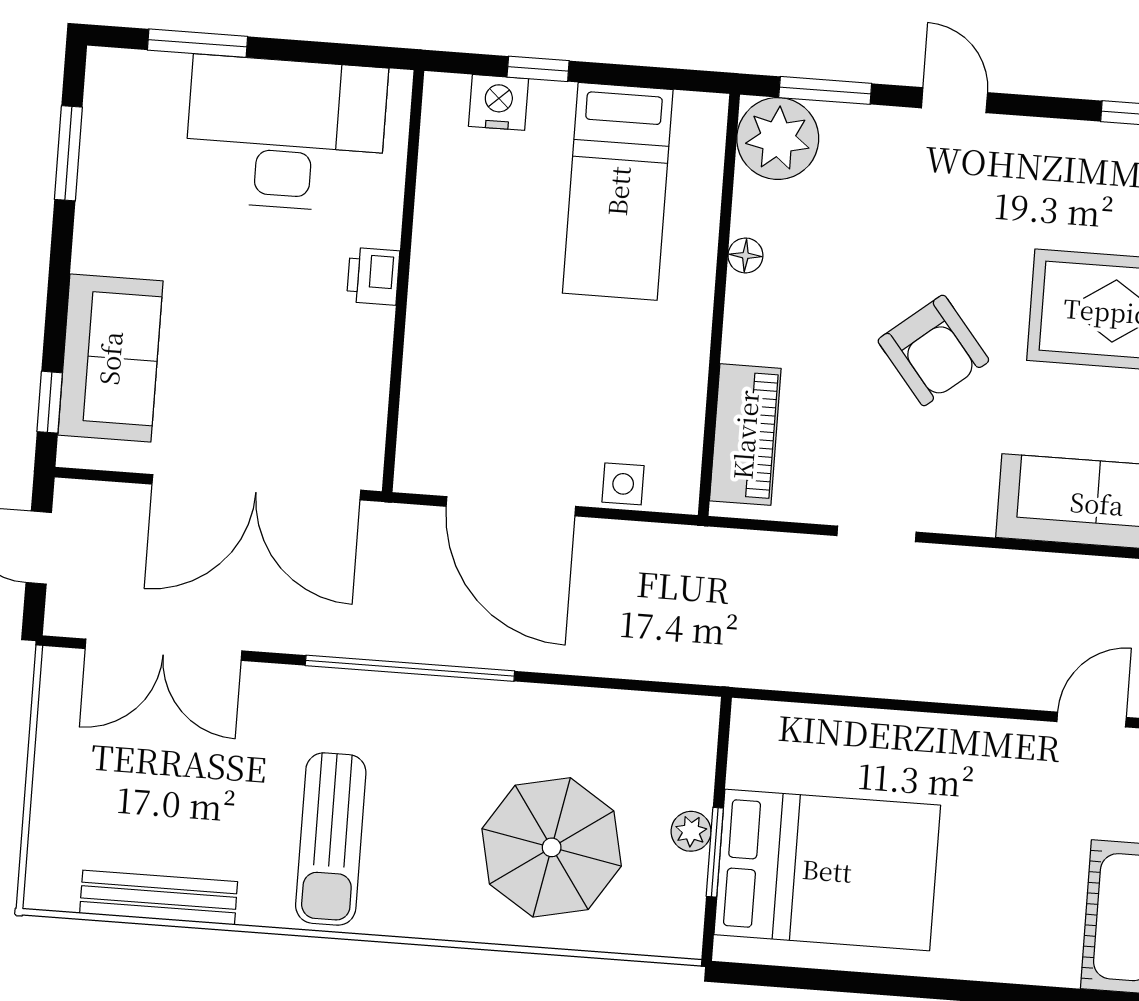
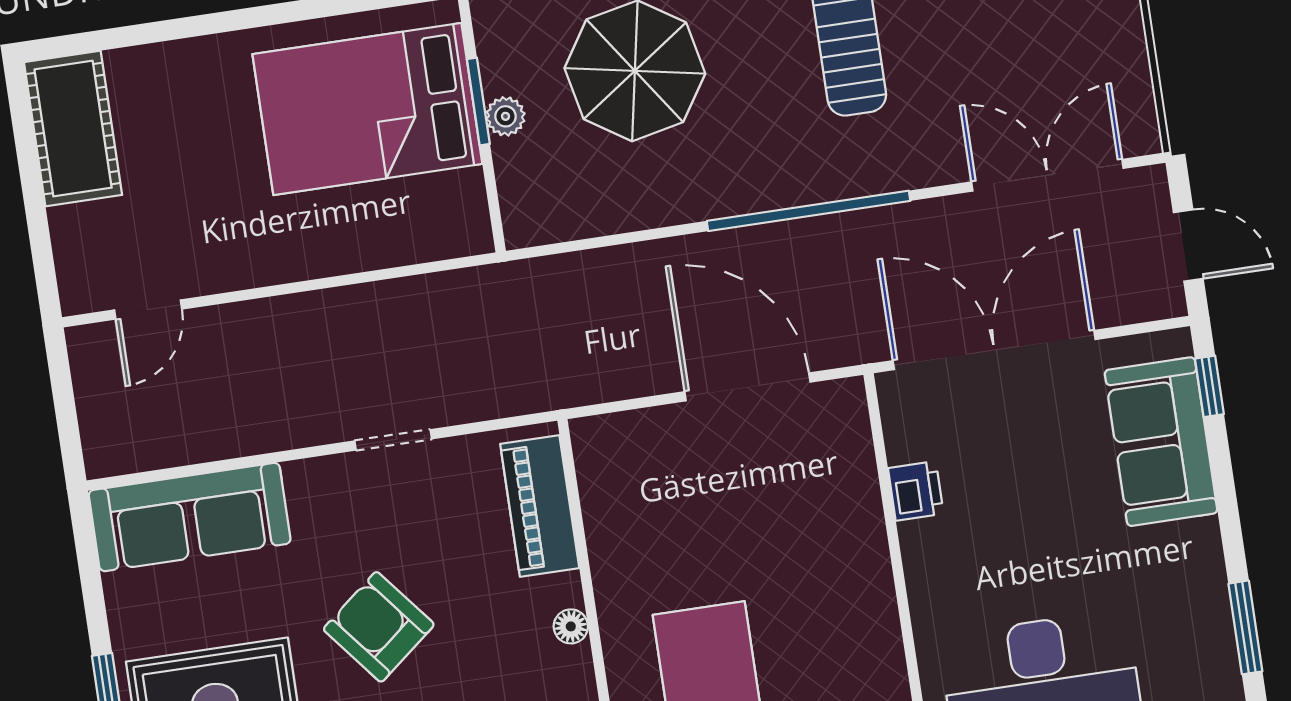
floor lamp: (745, 255) -> (571, 626), moved
printer: (373, 276) -> (916, 491), moved
side table: (623, 484) -> (645, 433), removed

